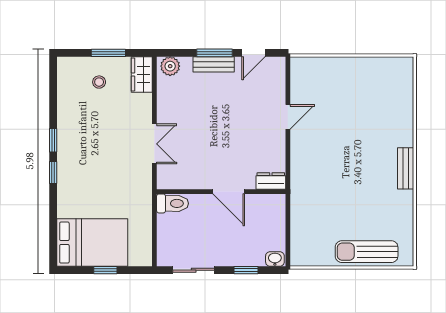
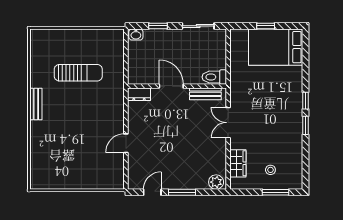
window: (108, 53) -> (275, 192), moved
bench: (214, 64) -> (205, 94), moved
wardrobe: (142, 74) -> (238, 163), moved
sun lounger: (367, 252) -> (78, 73), moved

